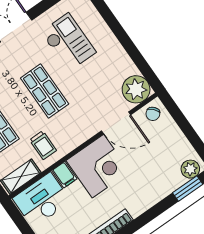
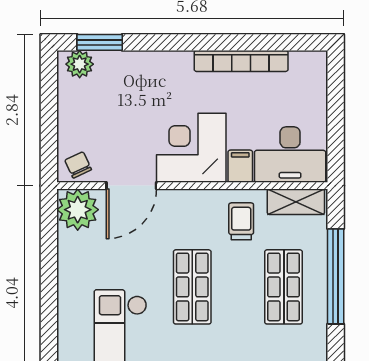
chair: (153, 114) -> (78, 165), turned -74
door: (116, 123) -> (131, 186), swing flipped

